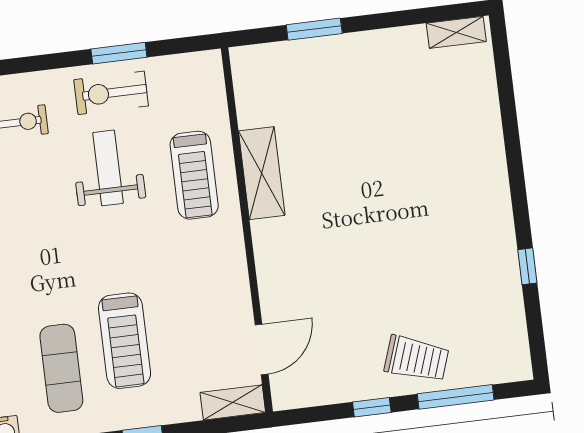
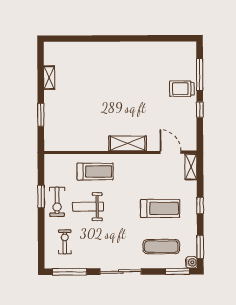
shelving: (456, 32) -> (49, 78), moved
shelving: (262, 173) -> (128, 143), moved
window: (527, 266) -> (149, 38), removed
trolley: (416, 359) -> (182, 89), turned -109
exercise mat: (61, 368) -> (161, 247), moved

